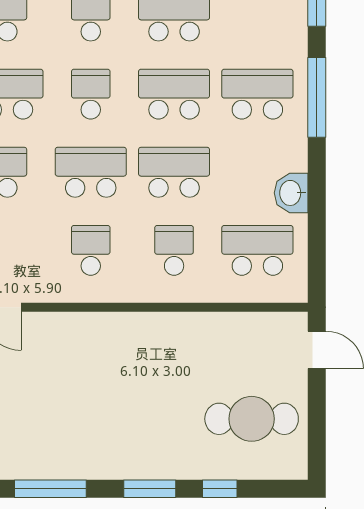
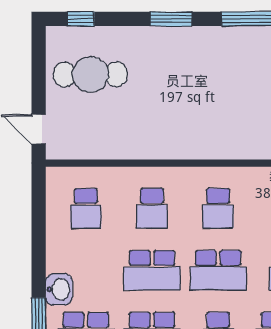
washbasin: (291, 193) -> (59, 289), moved
school desk: (257, 250) -> (86, 208), width x0.54
window: (220, 489) -> (81, 19), moved

